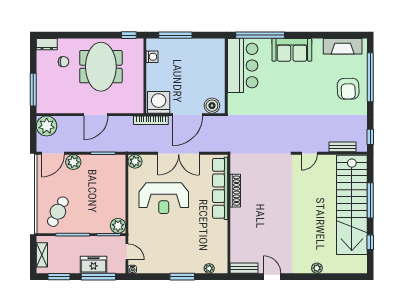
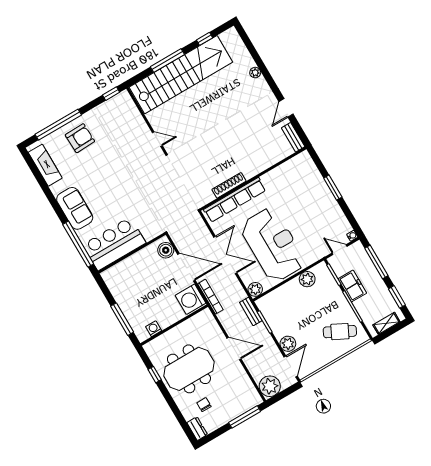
window: (129, 35) -> (155, 375), moved
bench: (342, 147) -> (251, 311), moved
door: (53, 153) -> (291, 366), hinge flipped
reception desk: (164, 198) -> (273, 245), width x1.36, depth x1.30
plant: (118, 226) -> (307, 279), moved
door: (127, 252) -> (340, 250), hinge flipped
freezer: (94, 265) -> (352, 286), moved, turned 180
plant: (209, 268) -> (312, 168), removed

